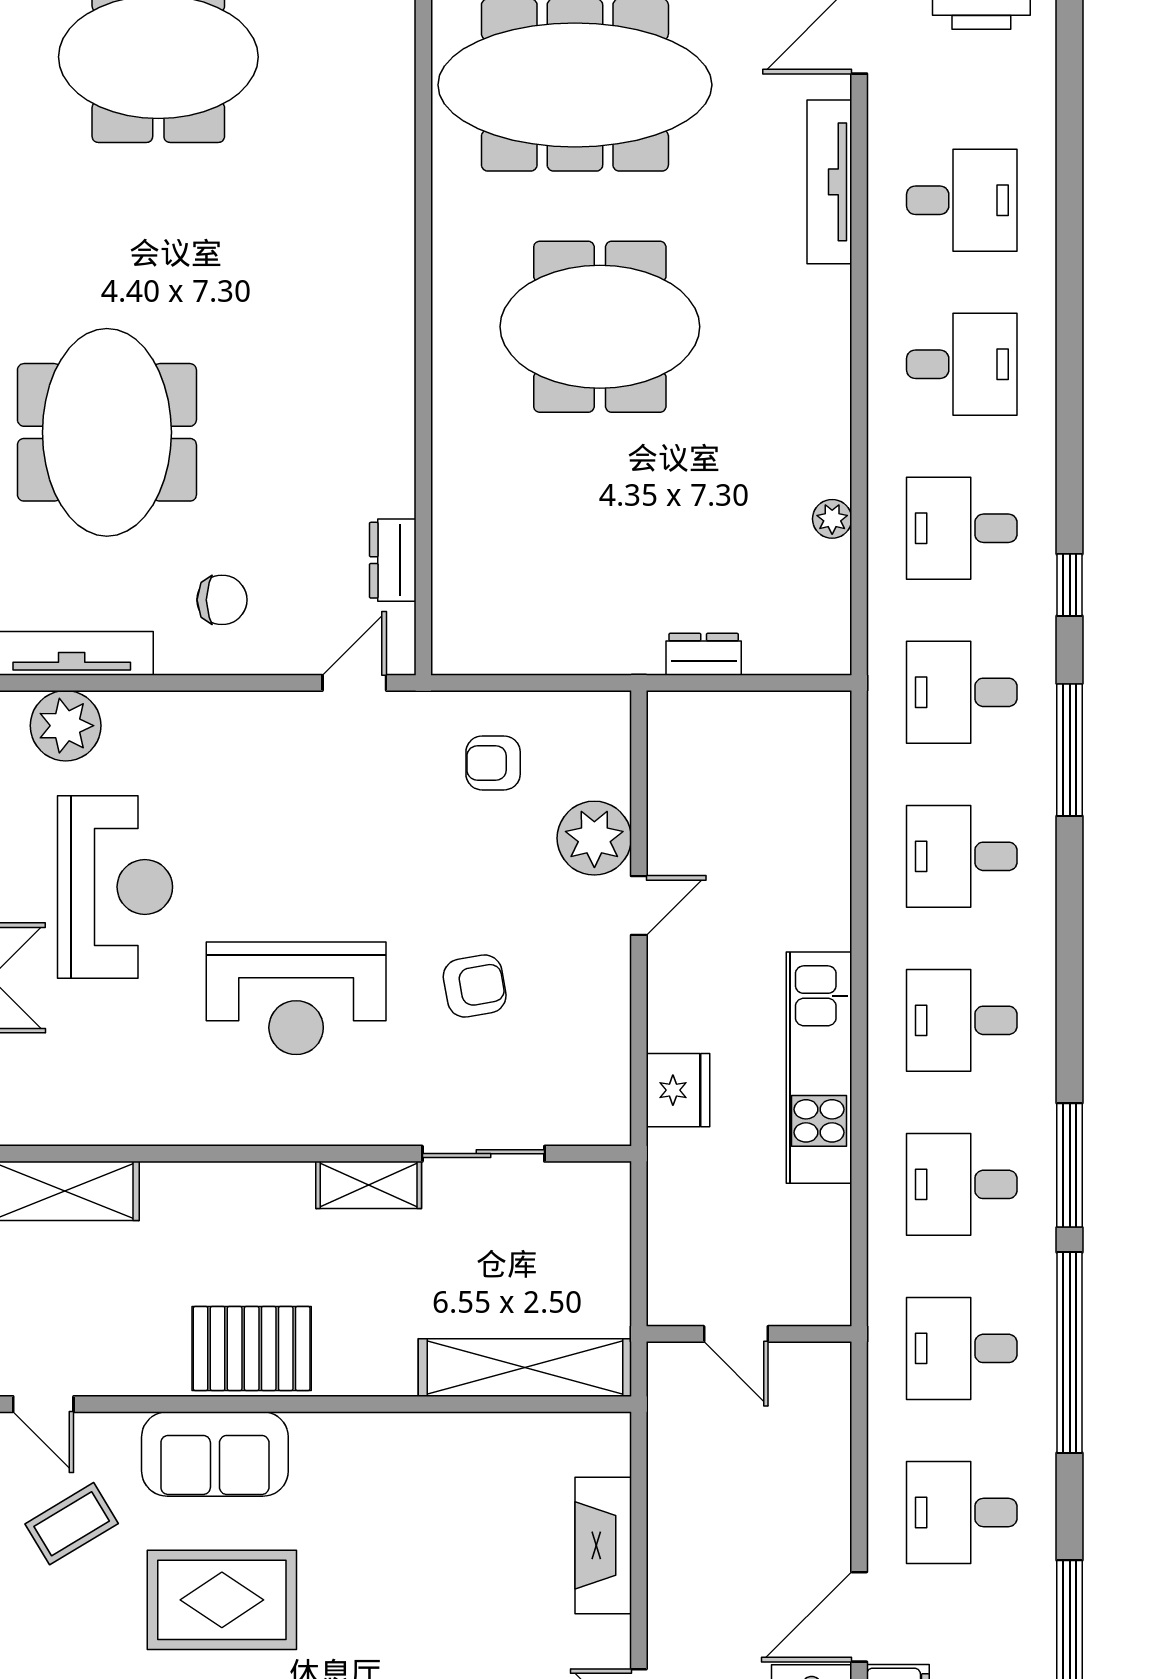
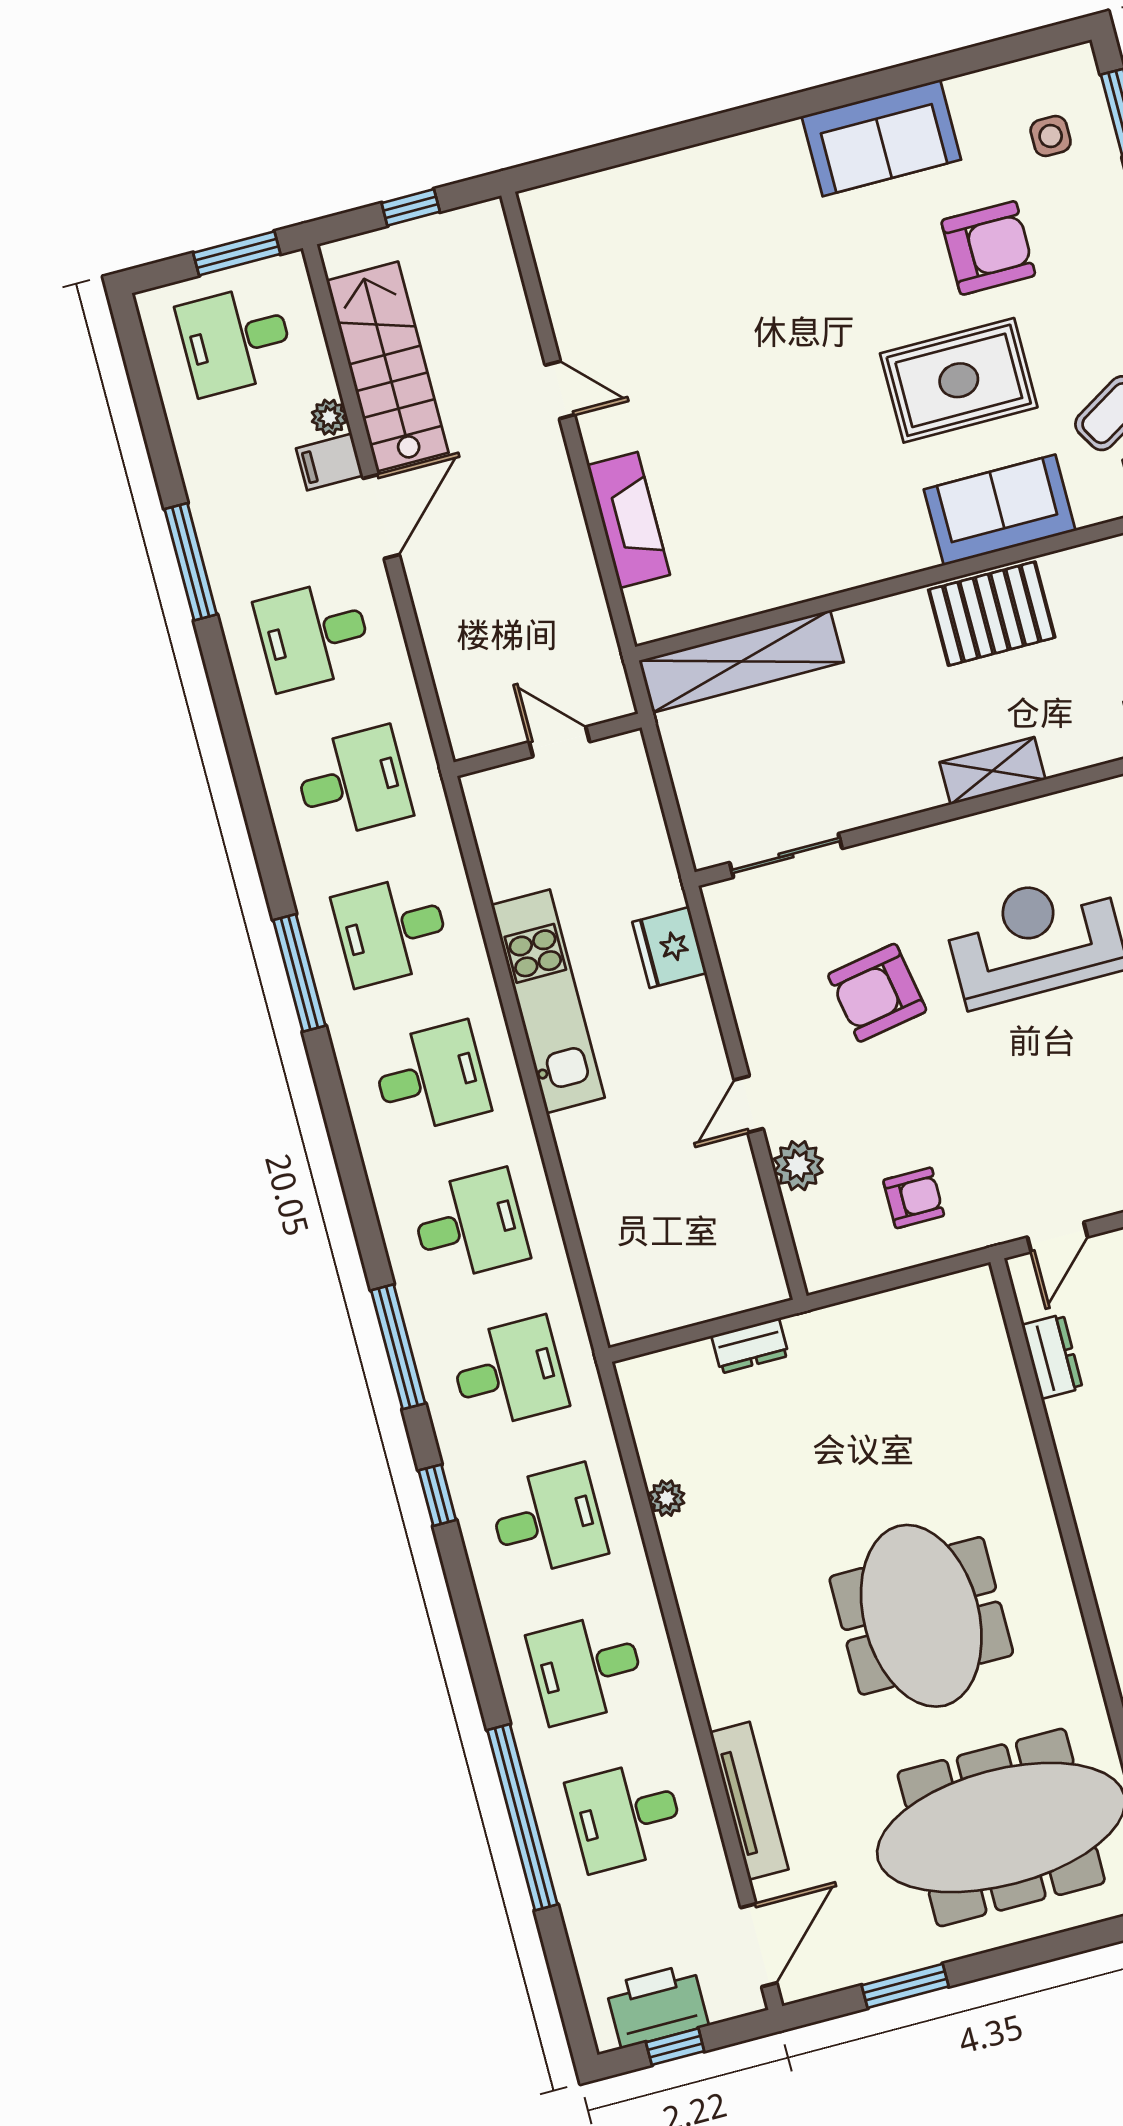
meeting table: (600, 327) -> (921, 1616), turned 90
plant: (594, 838) -> (798, 1166), width x0.73, depth x0.73
armchair: (475, 986) -> (877, 993), width x1.38, depth x1.38
sliding door: (483, 1154) -> (786, 856), moved
desk: (962, 1184) -> (392, 930), turned 180
shelving: (369, 1185) -> (992, 771), moved
window: (1070, 1353) -> (522, 1817), moved
desk: (962, 1512) -> (314, 635), turned 180

